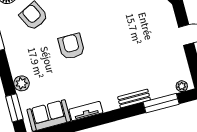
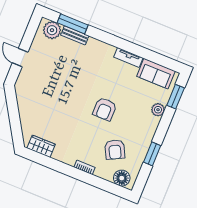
plant: (182, 86) -> (52, 30), width x1.88, depth x1.88
bench: (134, 98) -> (75, 35), moved

